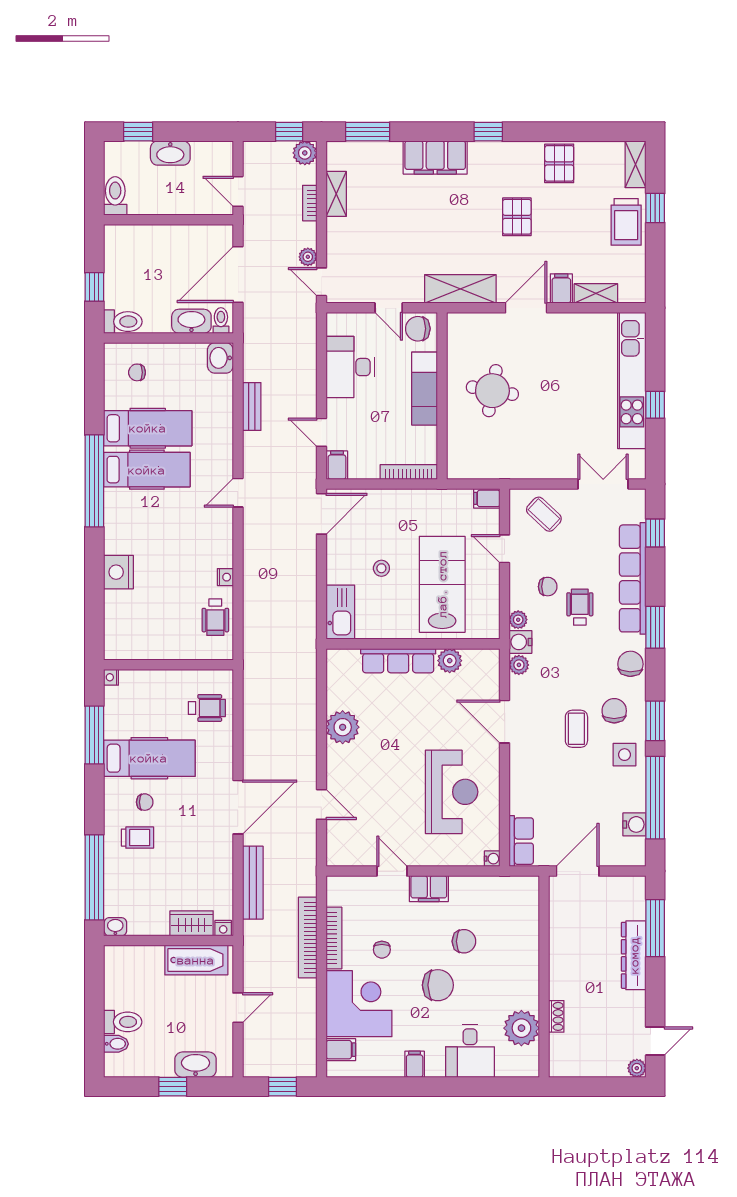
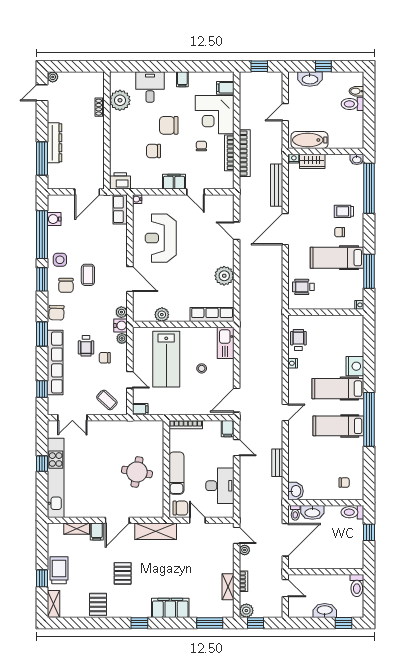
hospital bed: (148, 428) -> (338, 389), moved
row of seats: (398, 661) -> (212, 315), moved
printer: (521, 890) -> (120, 181), added

